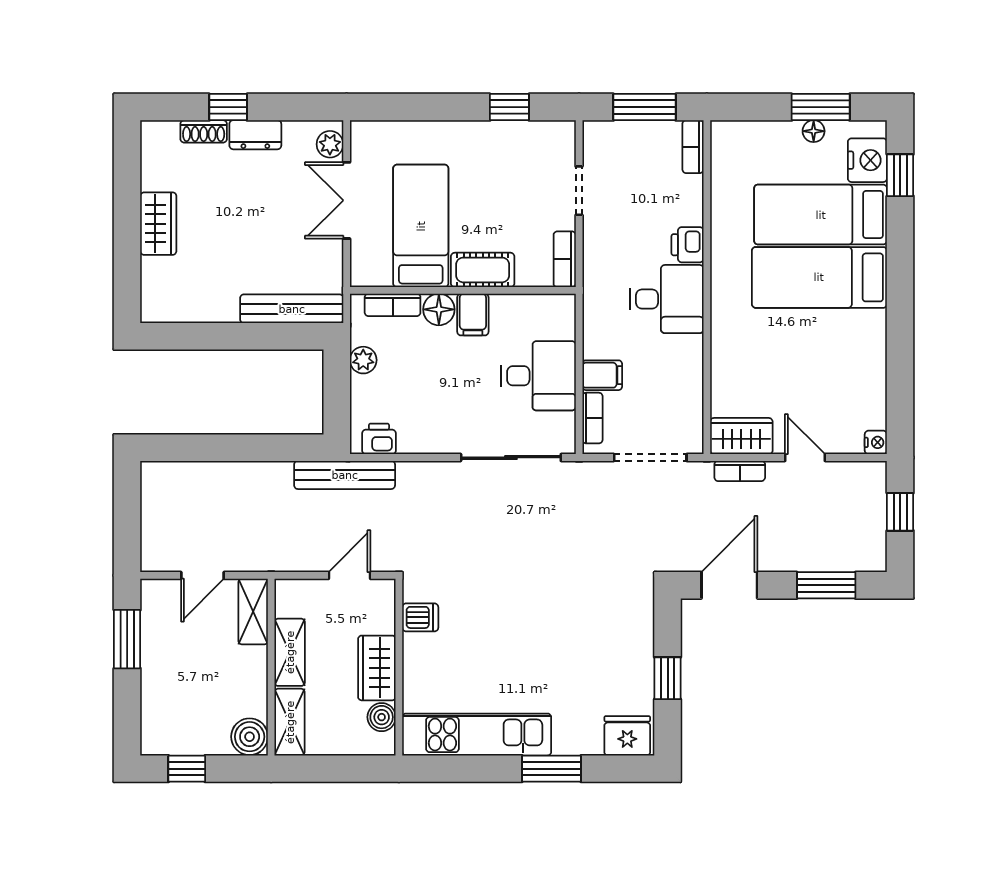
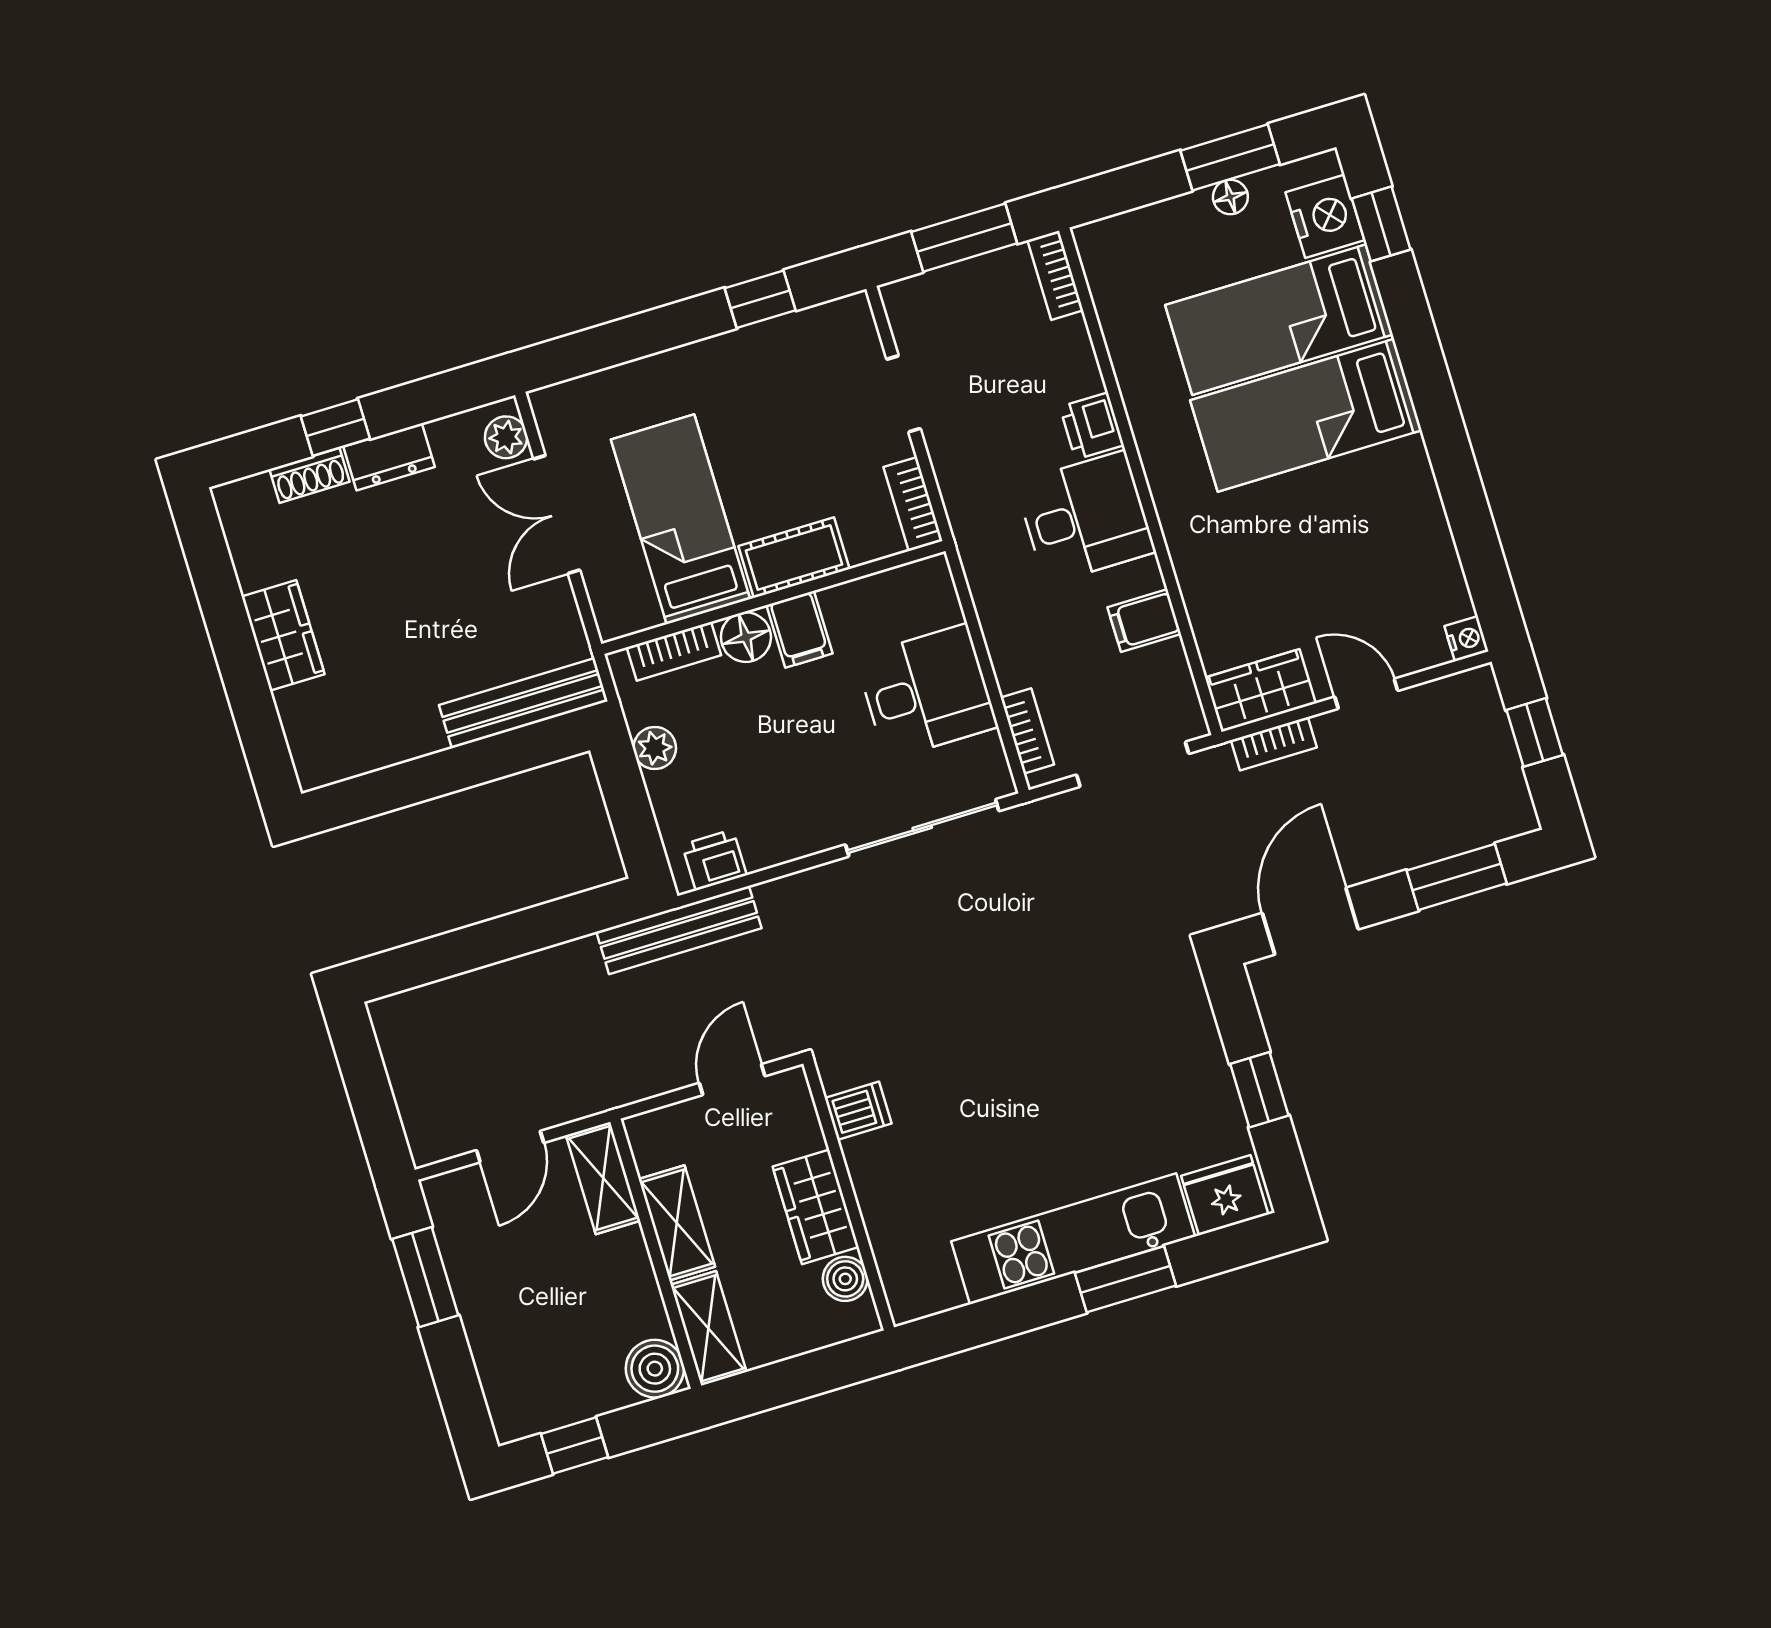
filing cabinet: (602, 375) -> (1144, 621), moved, turned 180
kitchen unit: (477, 735) -> (1073, 1239), moved

